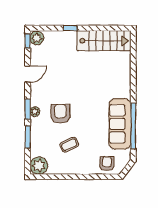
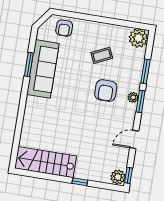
window: (133, 126) -> (29, 64), width x0.47

